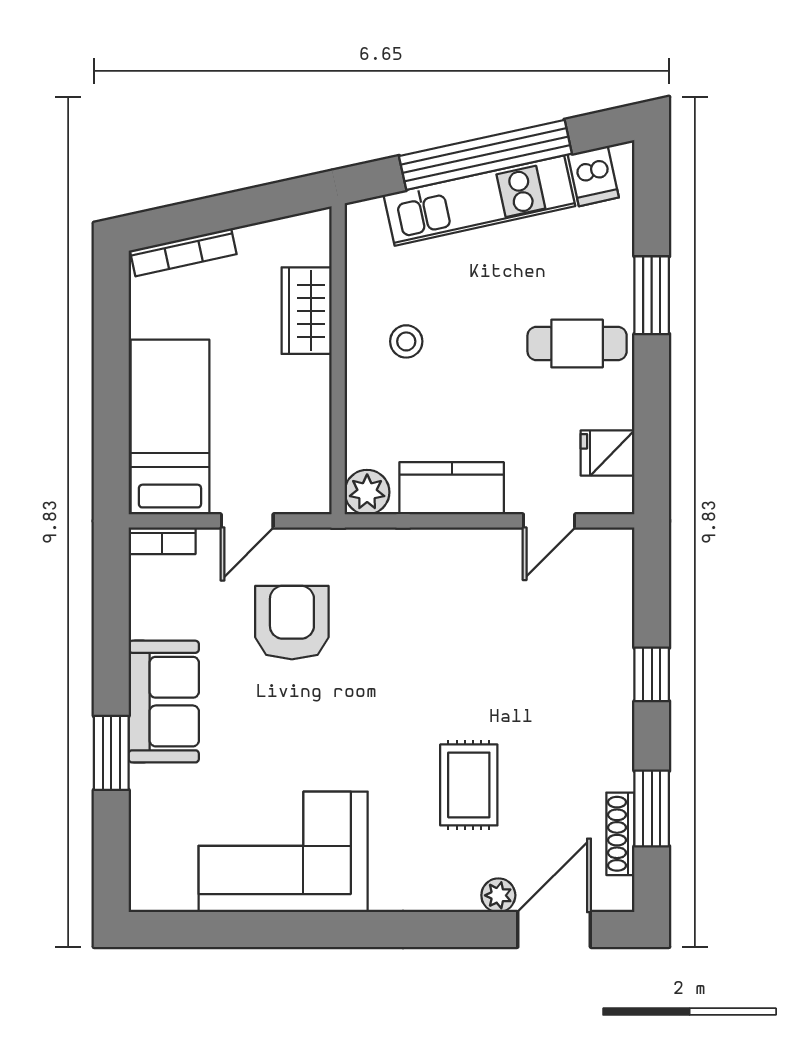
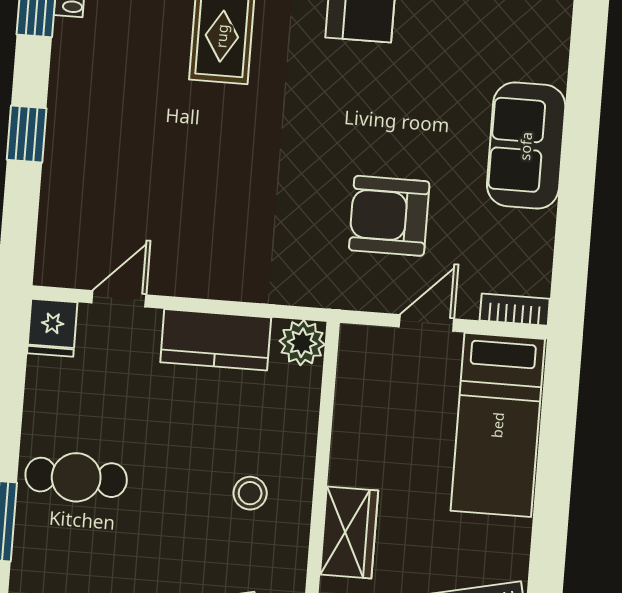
fridge: (607, 453) -> (52, 328), moved, turned 90
armchair: (292, 623) -> (389, 216), turned 90
window: (111, 753) -> (584, 97), removed

